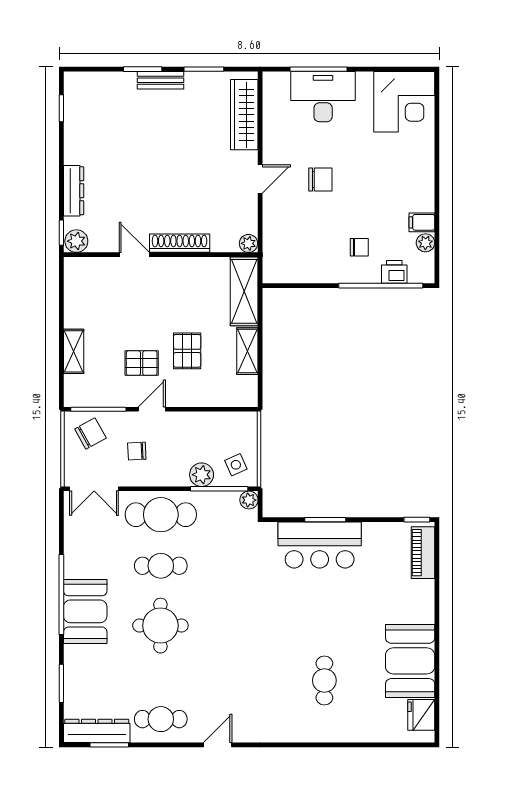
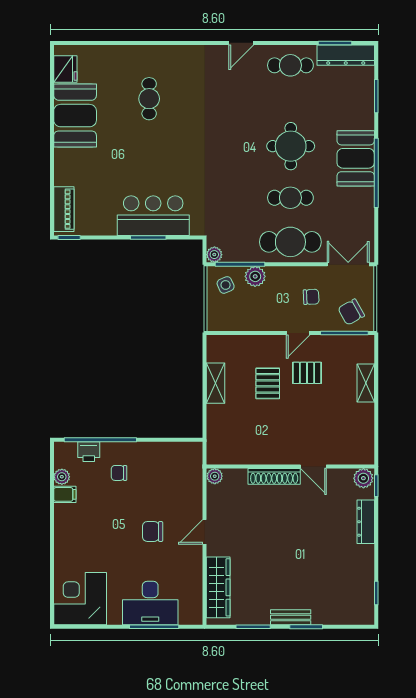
shelving: (244, 291) -> (218, 435), removed

